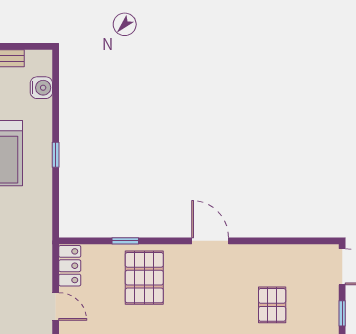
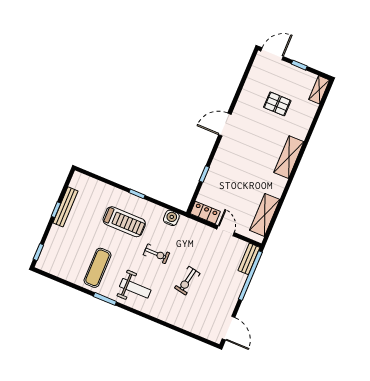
water cooler: (41, 88) -> (171, 218), moved
pallet: (144, 278) -> (230, 172), removed
door: (56, 306) -> (226, 231), hinge flipped

